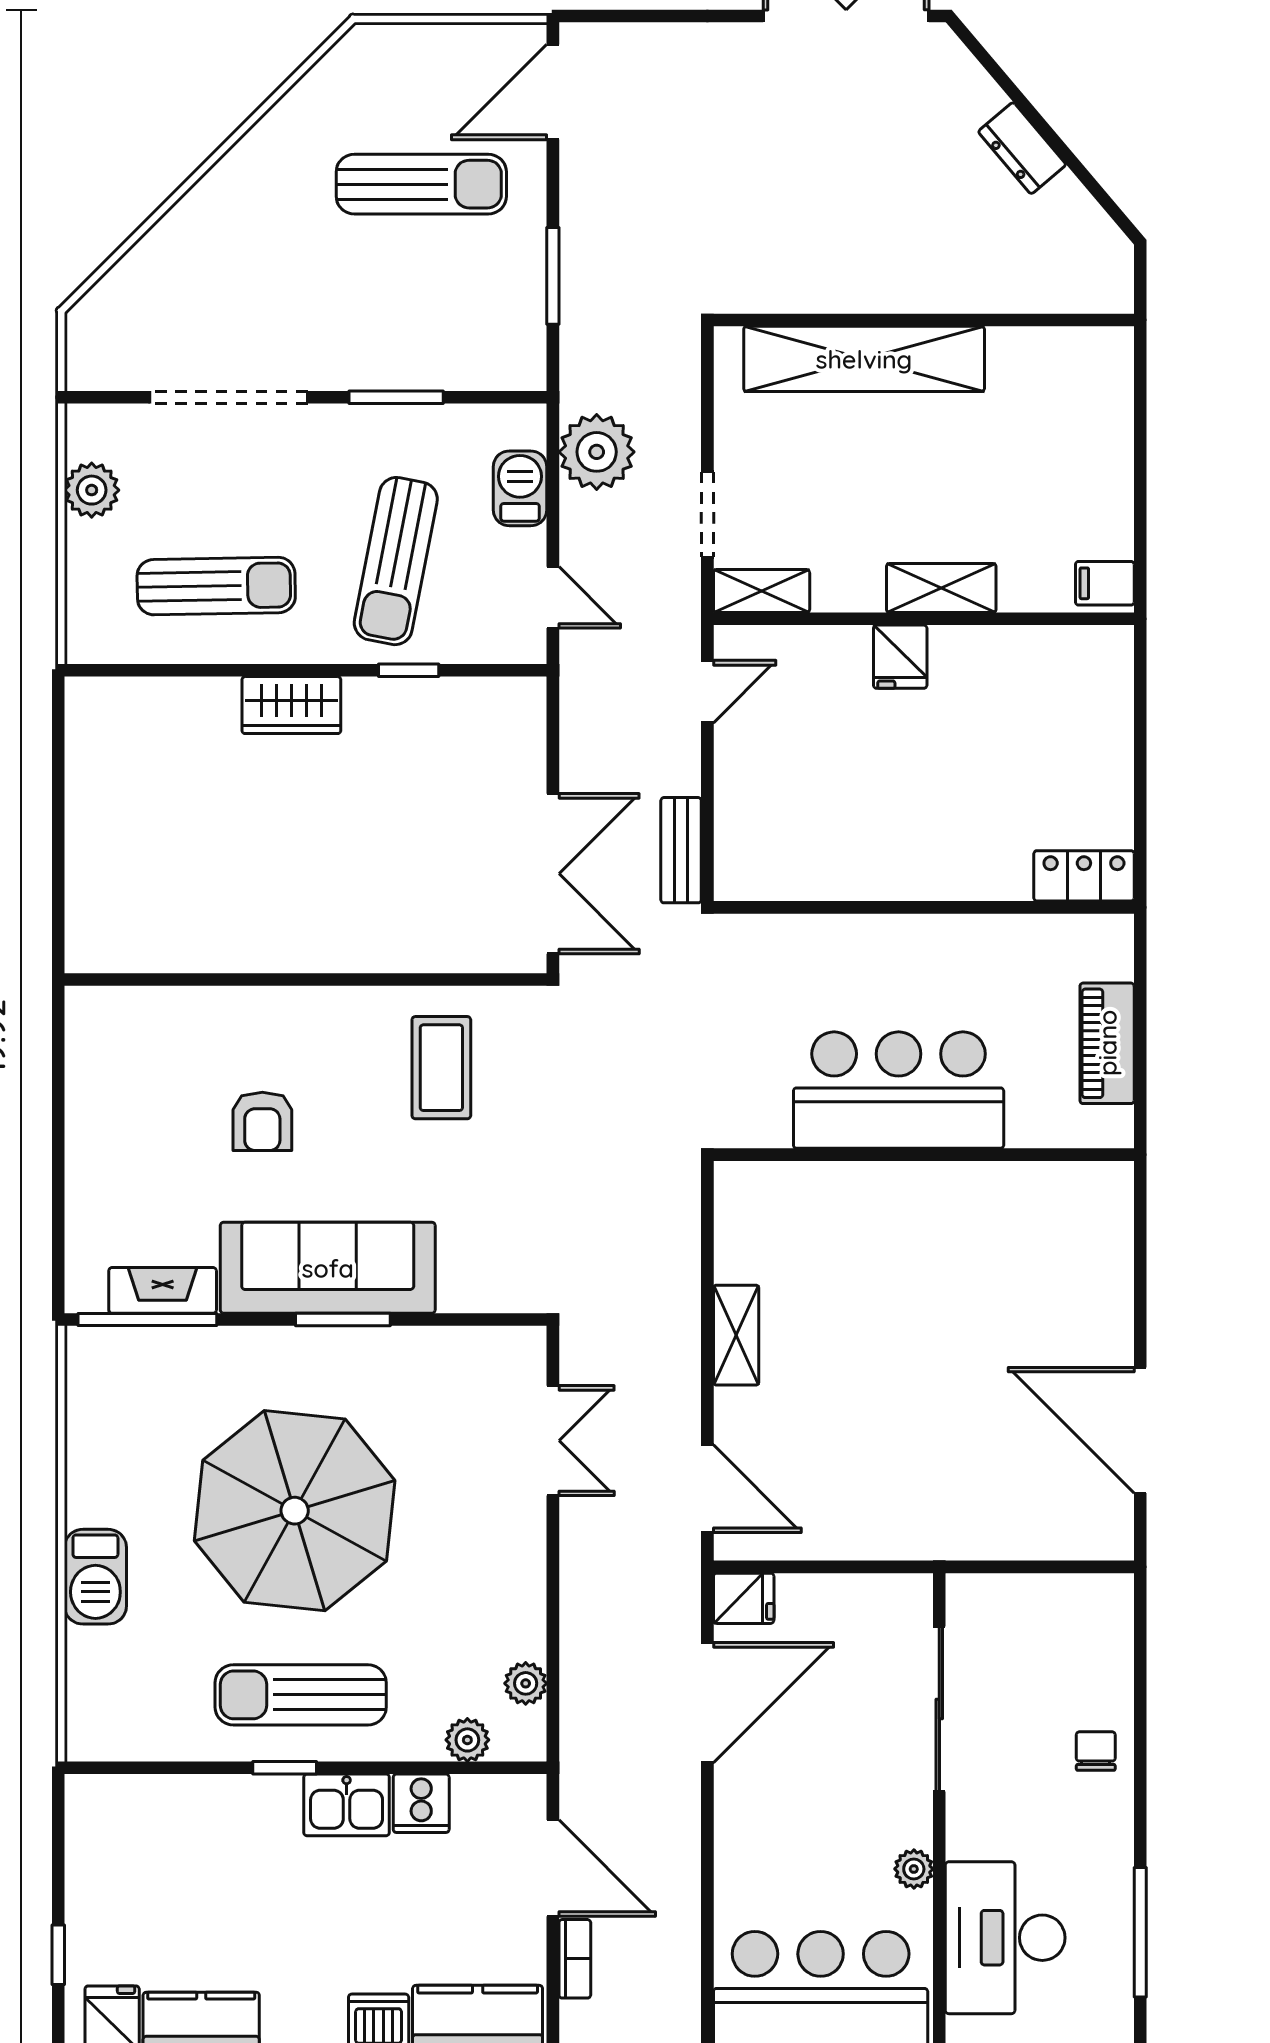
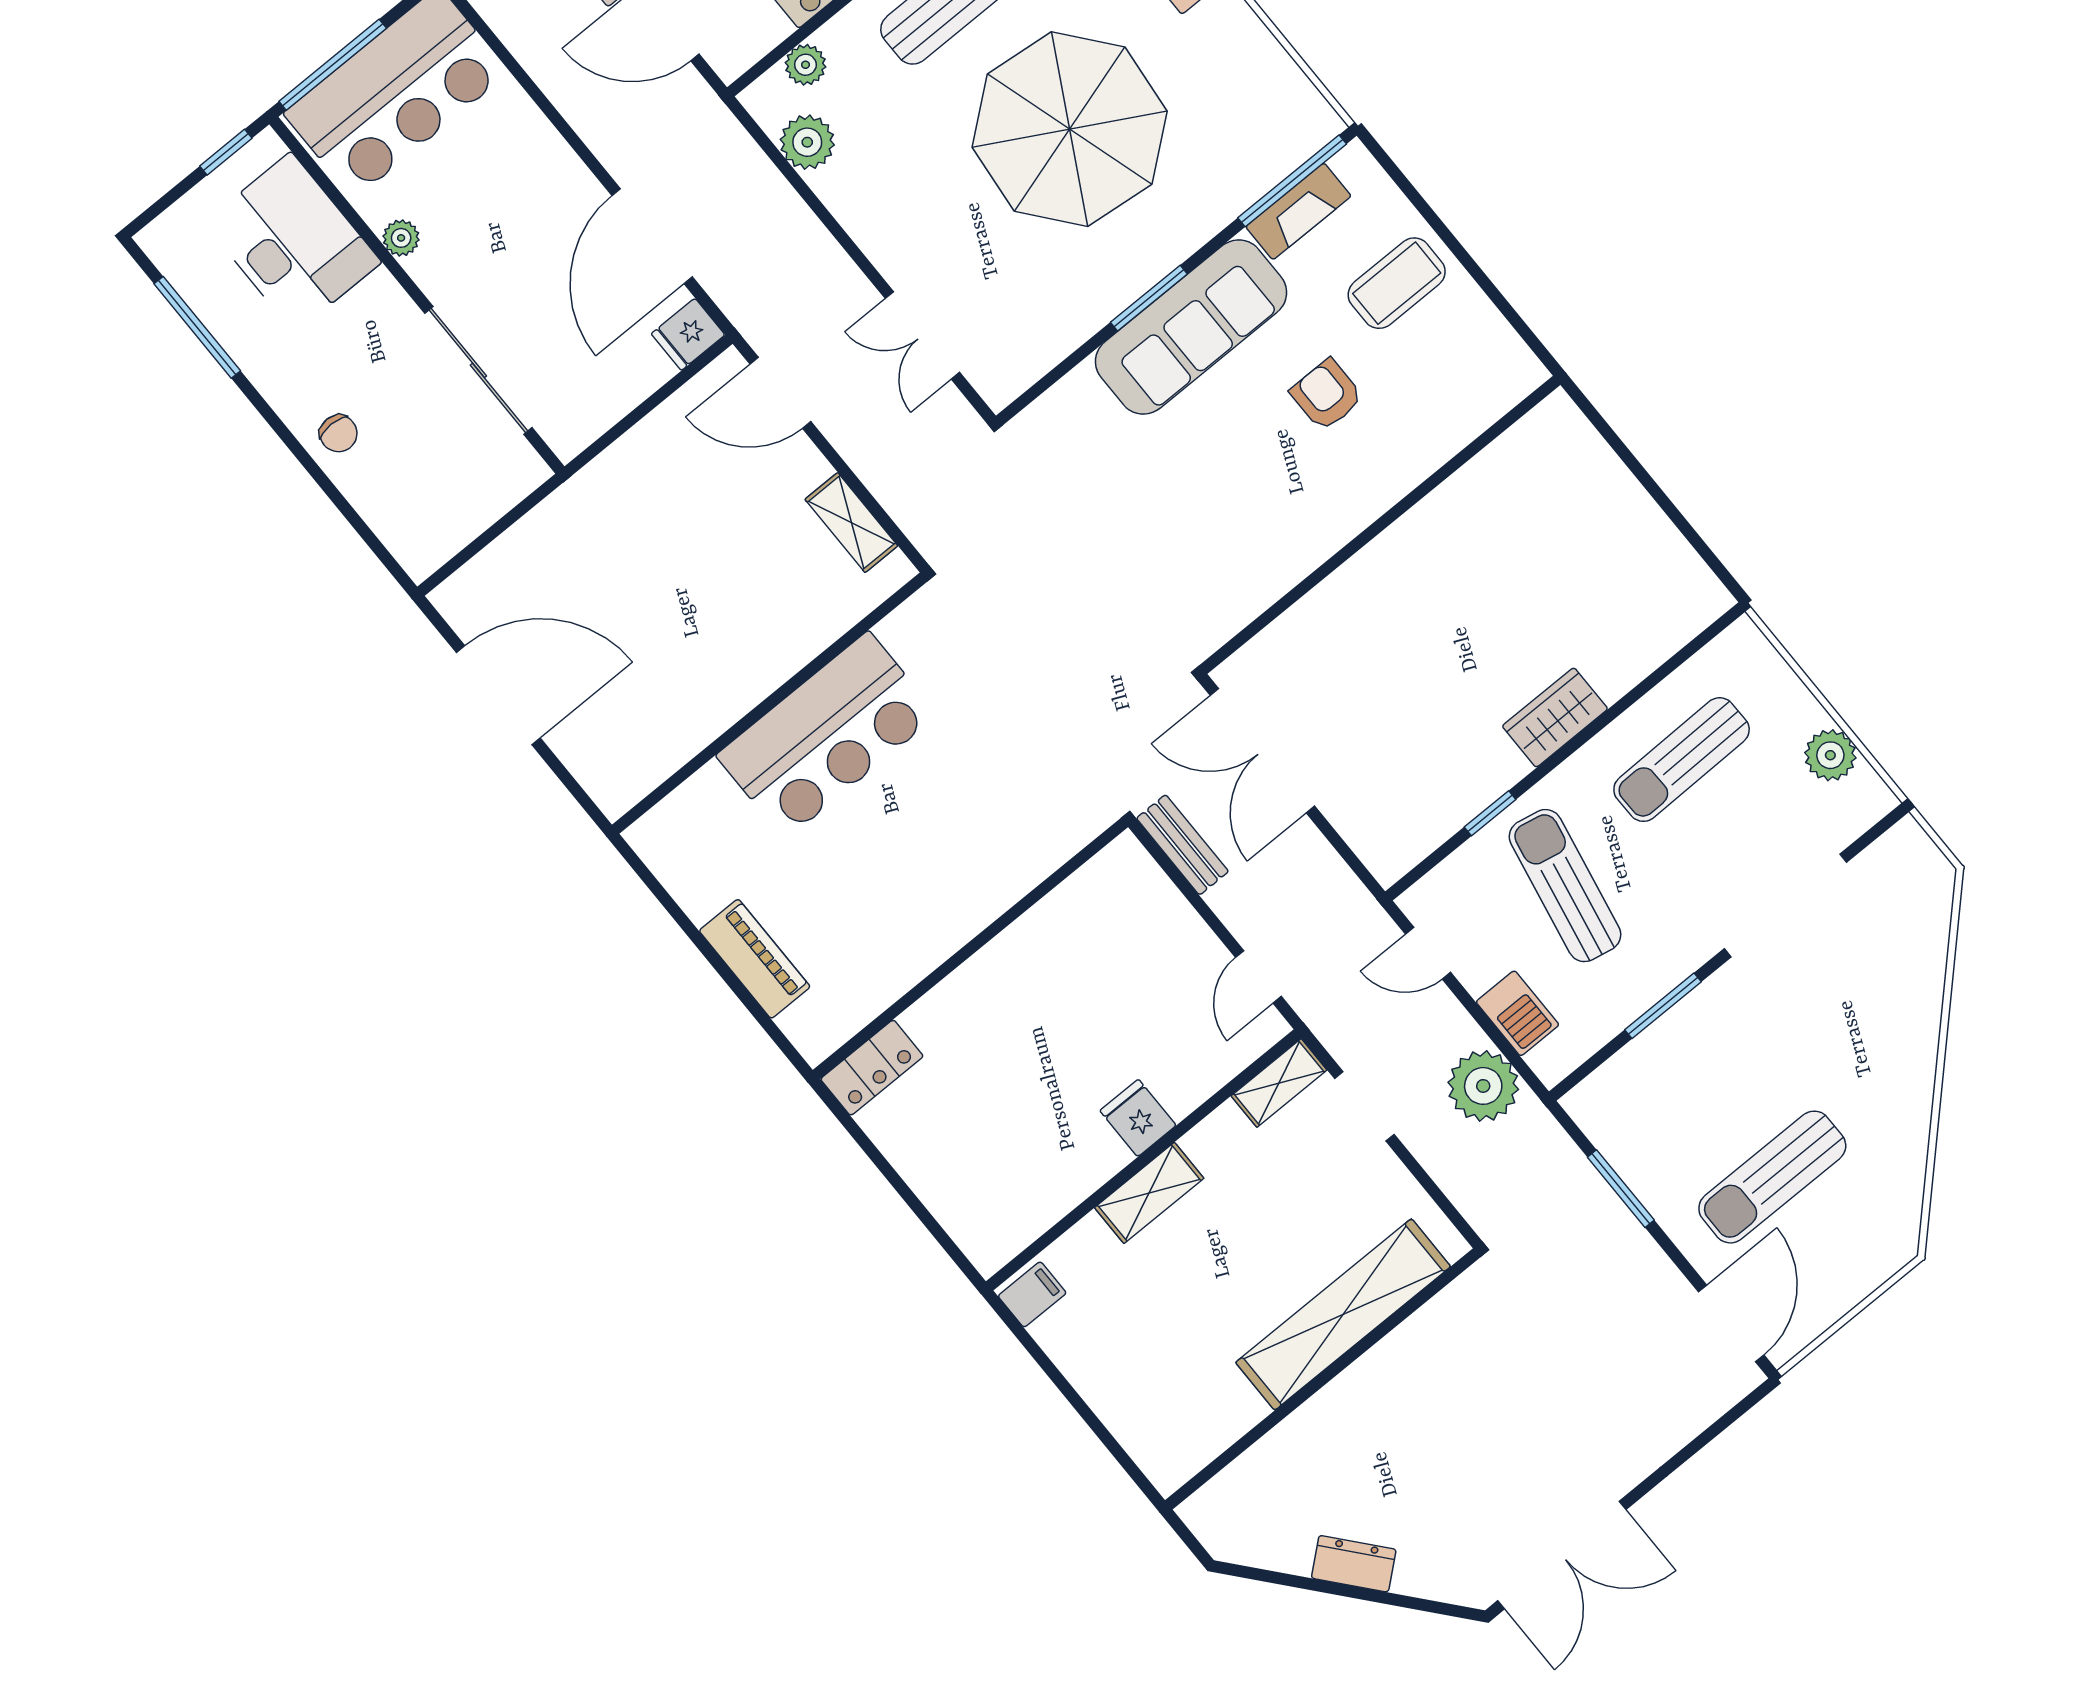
coffee table: (441, 1068) -> (1397, 283), moved, turned 90
bar counter: (899, 1090) -> (827, 735), moved
wall: (924, 1155) -> (770, 703), moved
plant: (526, 1683) -> (807, 142), width x1.38, depth x1.38

